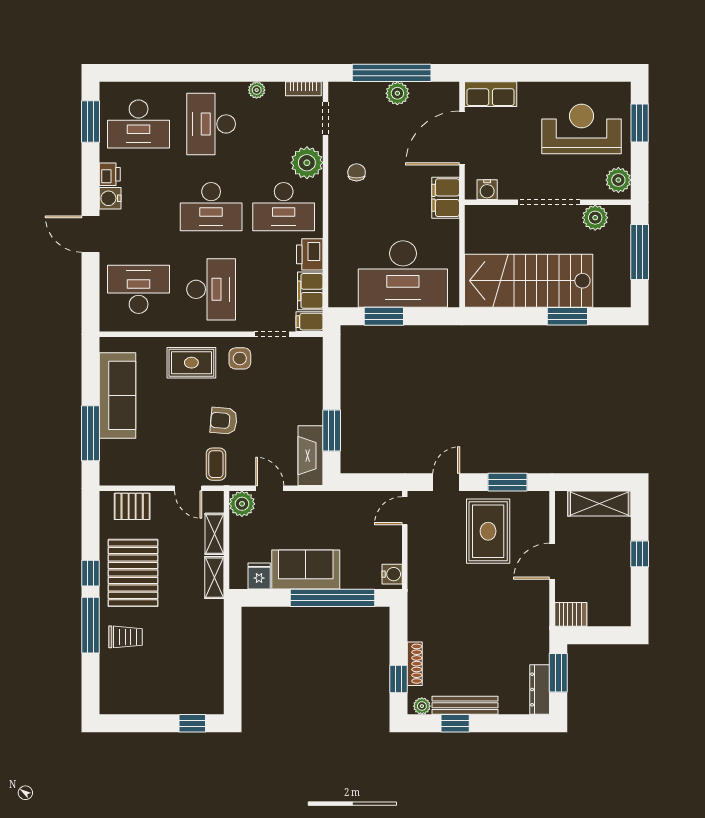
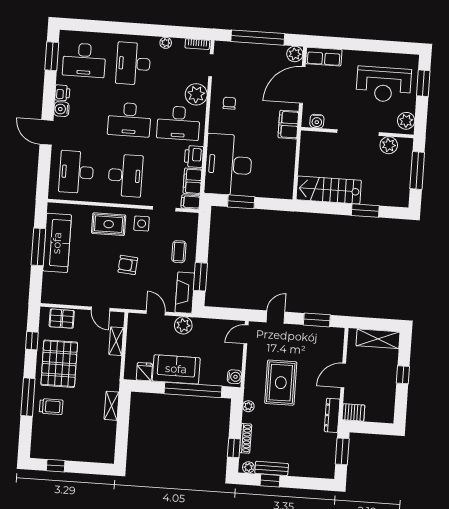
plant: (397, 93) -> (295, 54), moved
reception desk: (582, 129) -> (384, 84), turned 180
desk: (403, 274) -> (228, 165), moved, turned 90
stairs: (529, 281) -> (329, 190), width x0.73, depth x0.66
desk: (139, 289) -> (76, 172), turned -90
window: (91, 433) -> (38, 247), moved
coffee table: (216, 464) -> (179, 252), moved
plant: (242, 504) -> (183, 325), moved
rug: (488, 531) -> (281, 383), moved
window: (91, 573) -> (32, 341), moved
shelving: (214, 578) -> (112, 406), moved
plant: (416, 616) -> (248, 406), added
dresser: (540, 689) -> (332, 415), moved
bench: (465, 705) -> (272, 468), width x0.73
window: (192, 723) -> (56, 466), moved

